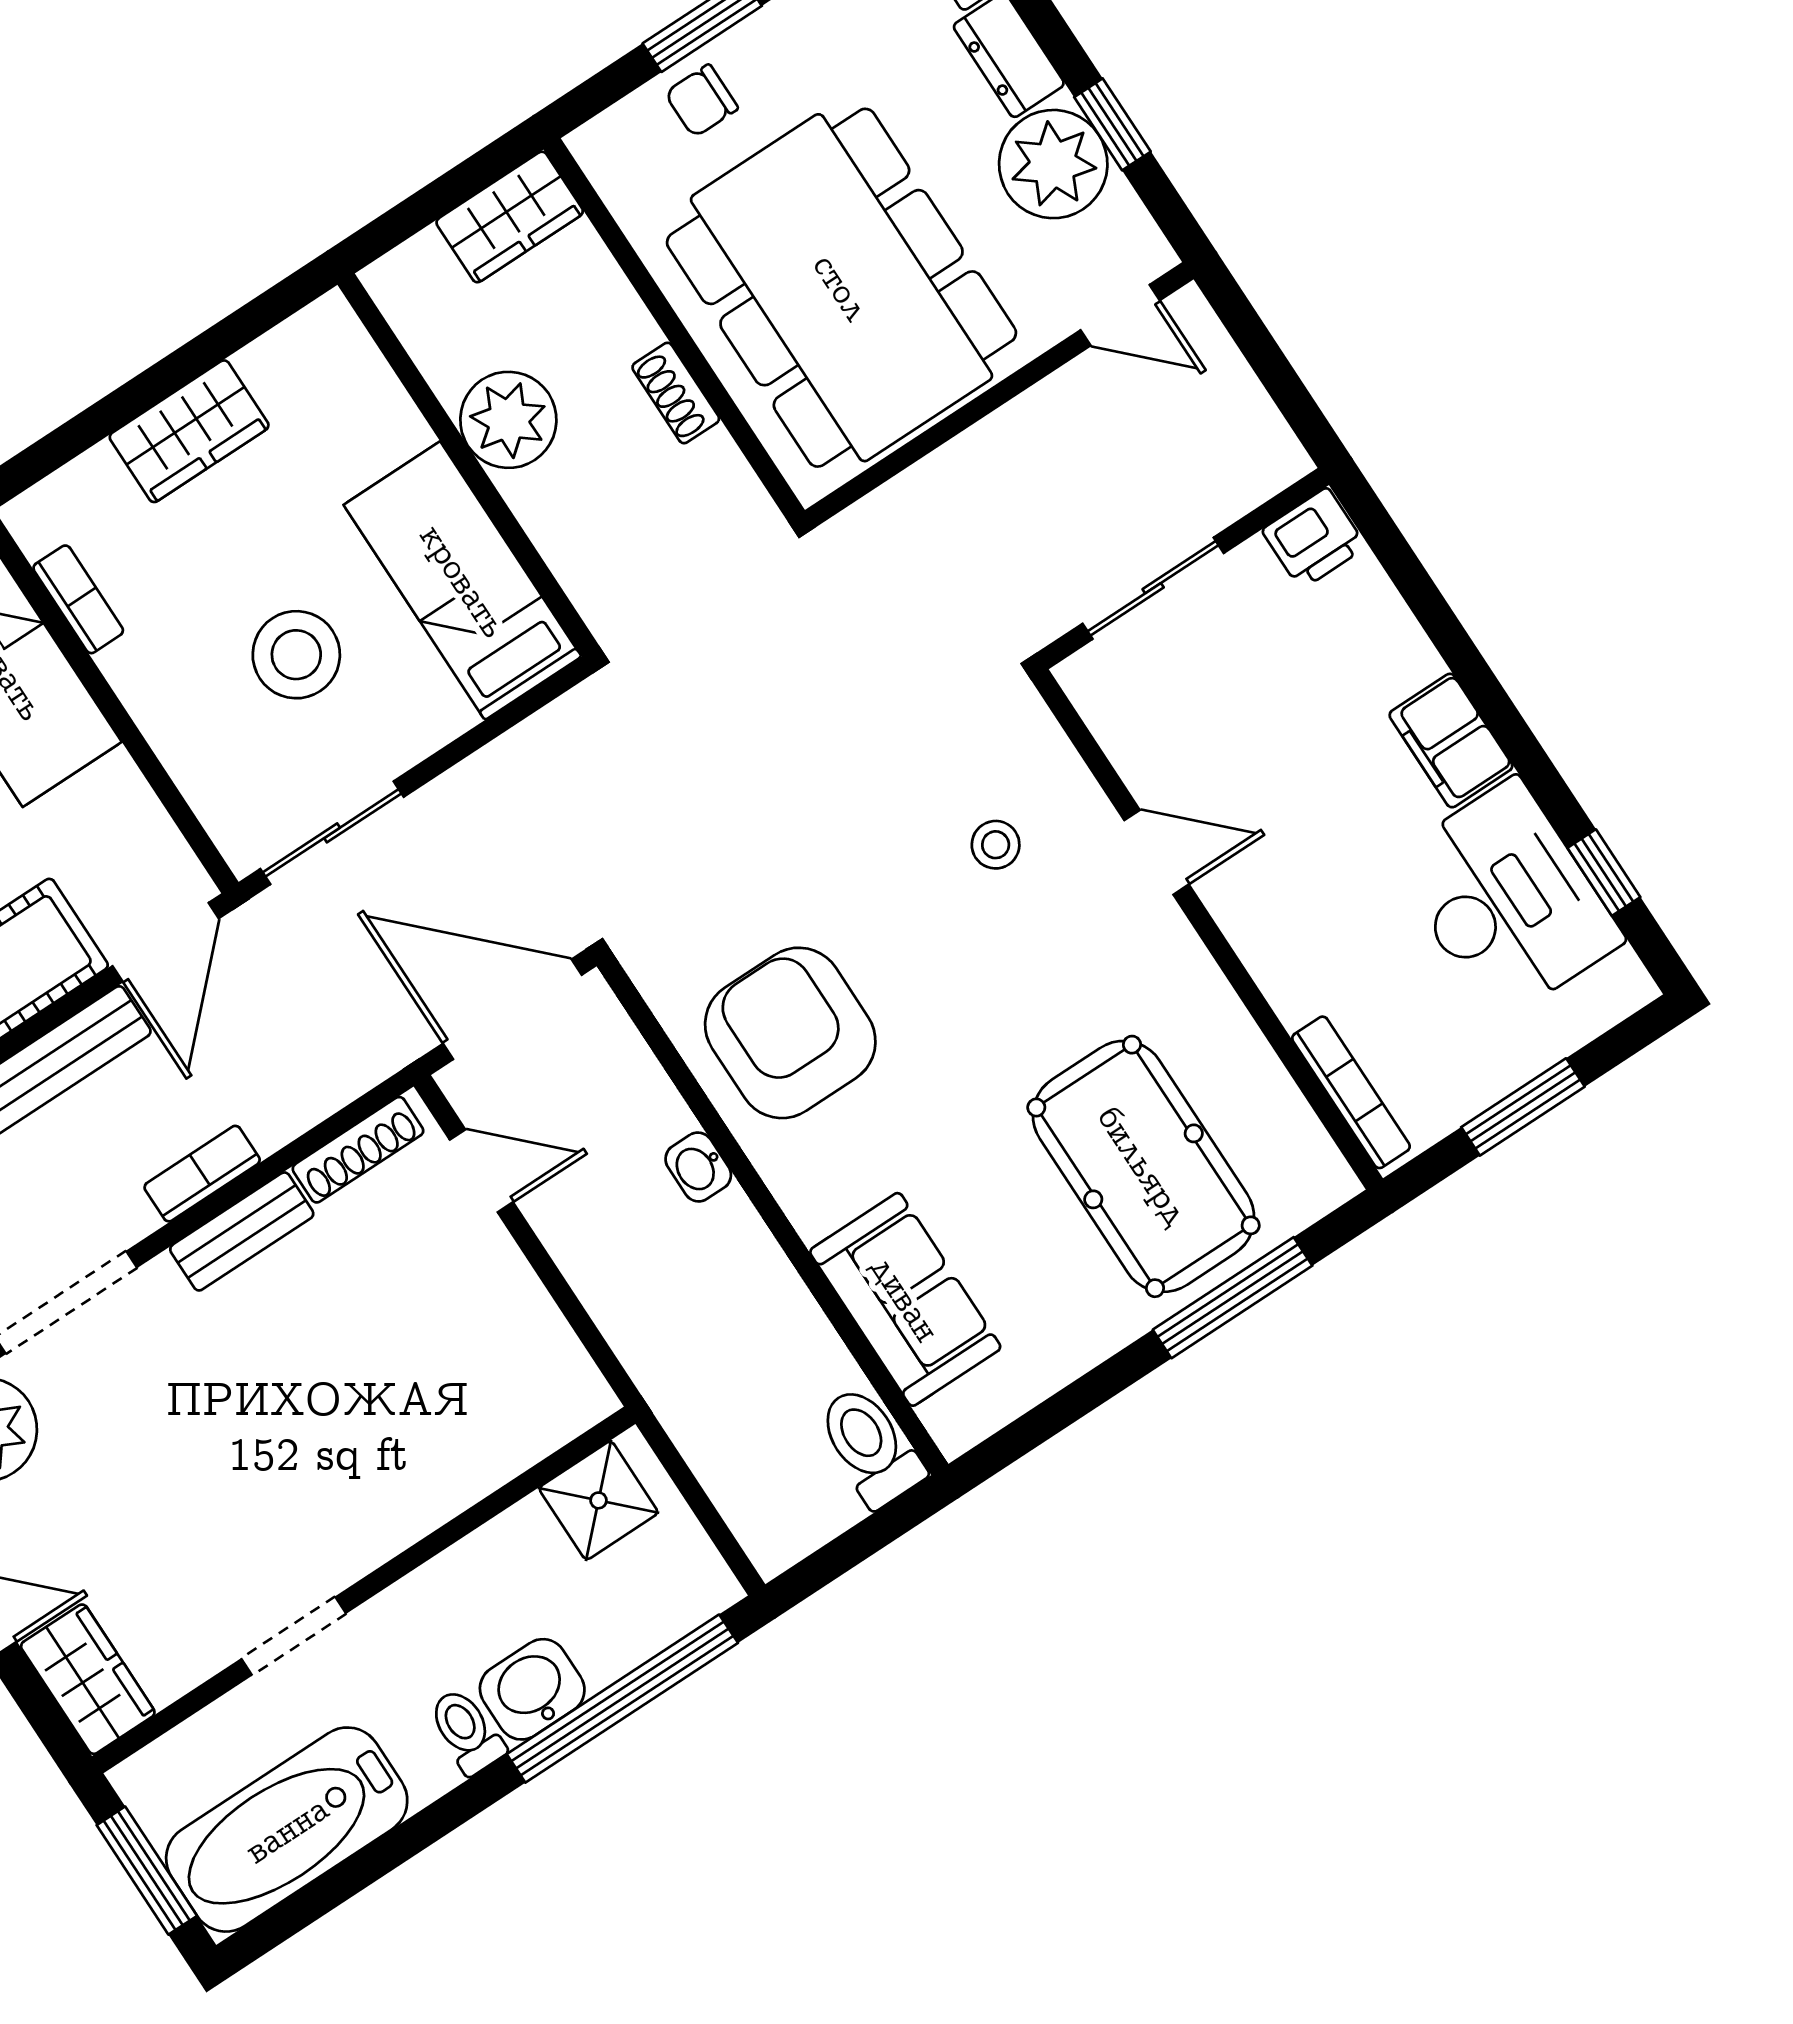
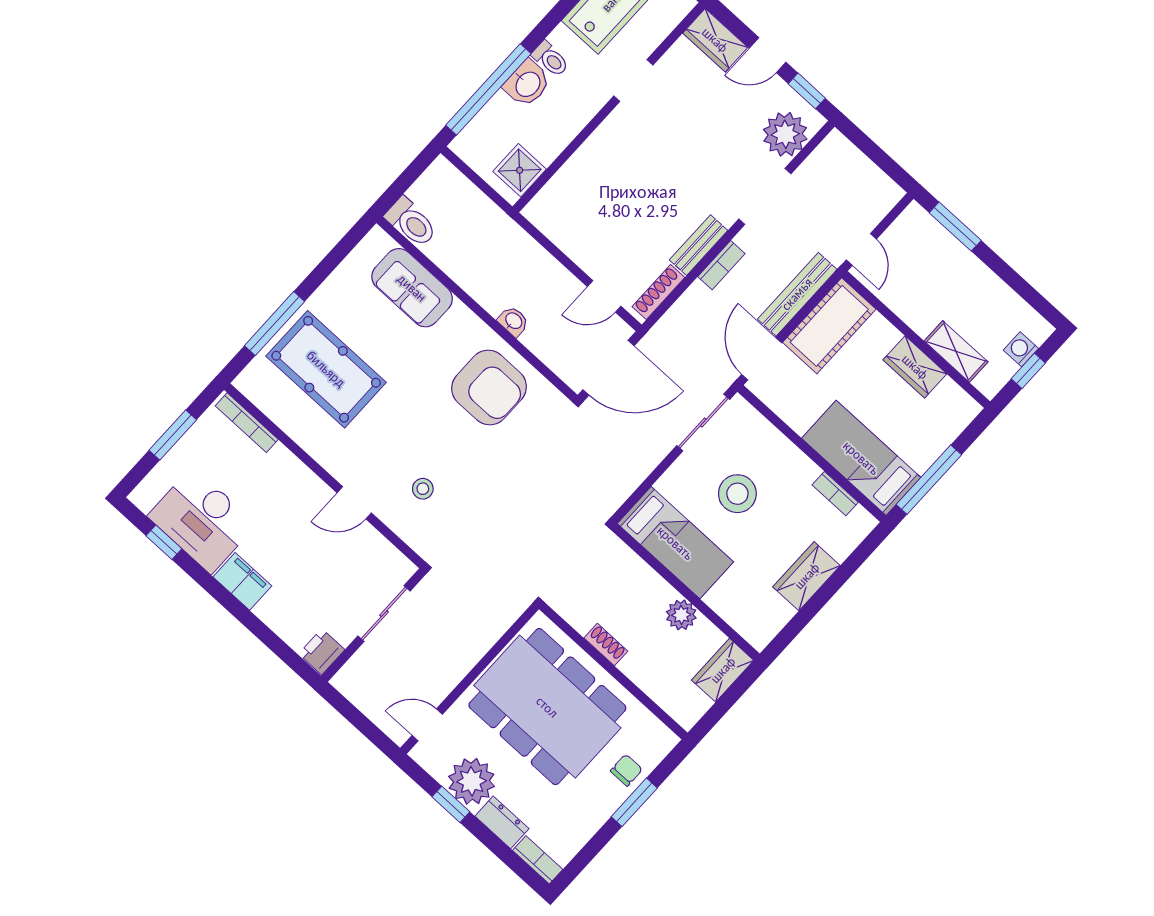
wardrobe: (510, 217) -> (723, 670), moved
plant: (508, 420) -> (681, 615), width x0.73, depth x0.73

